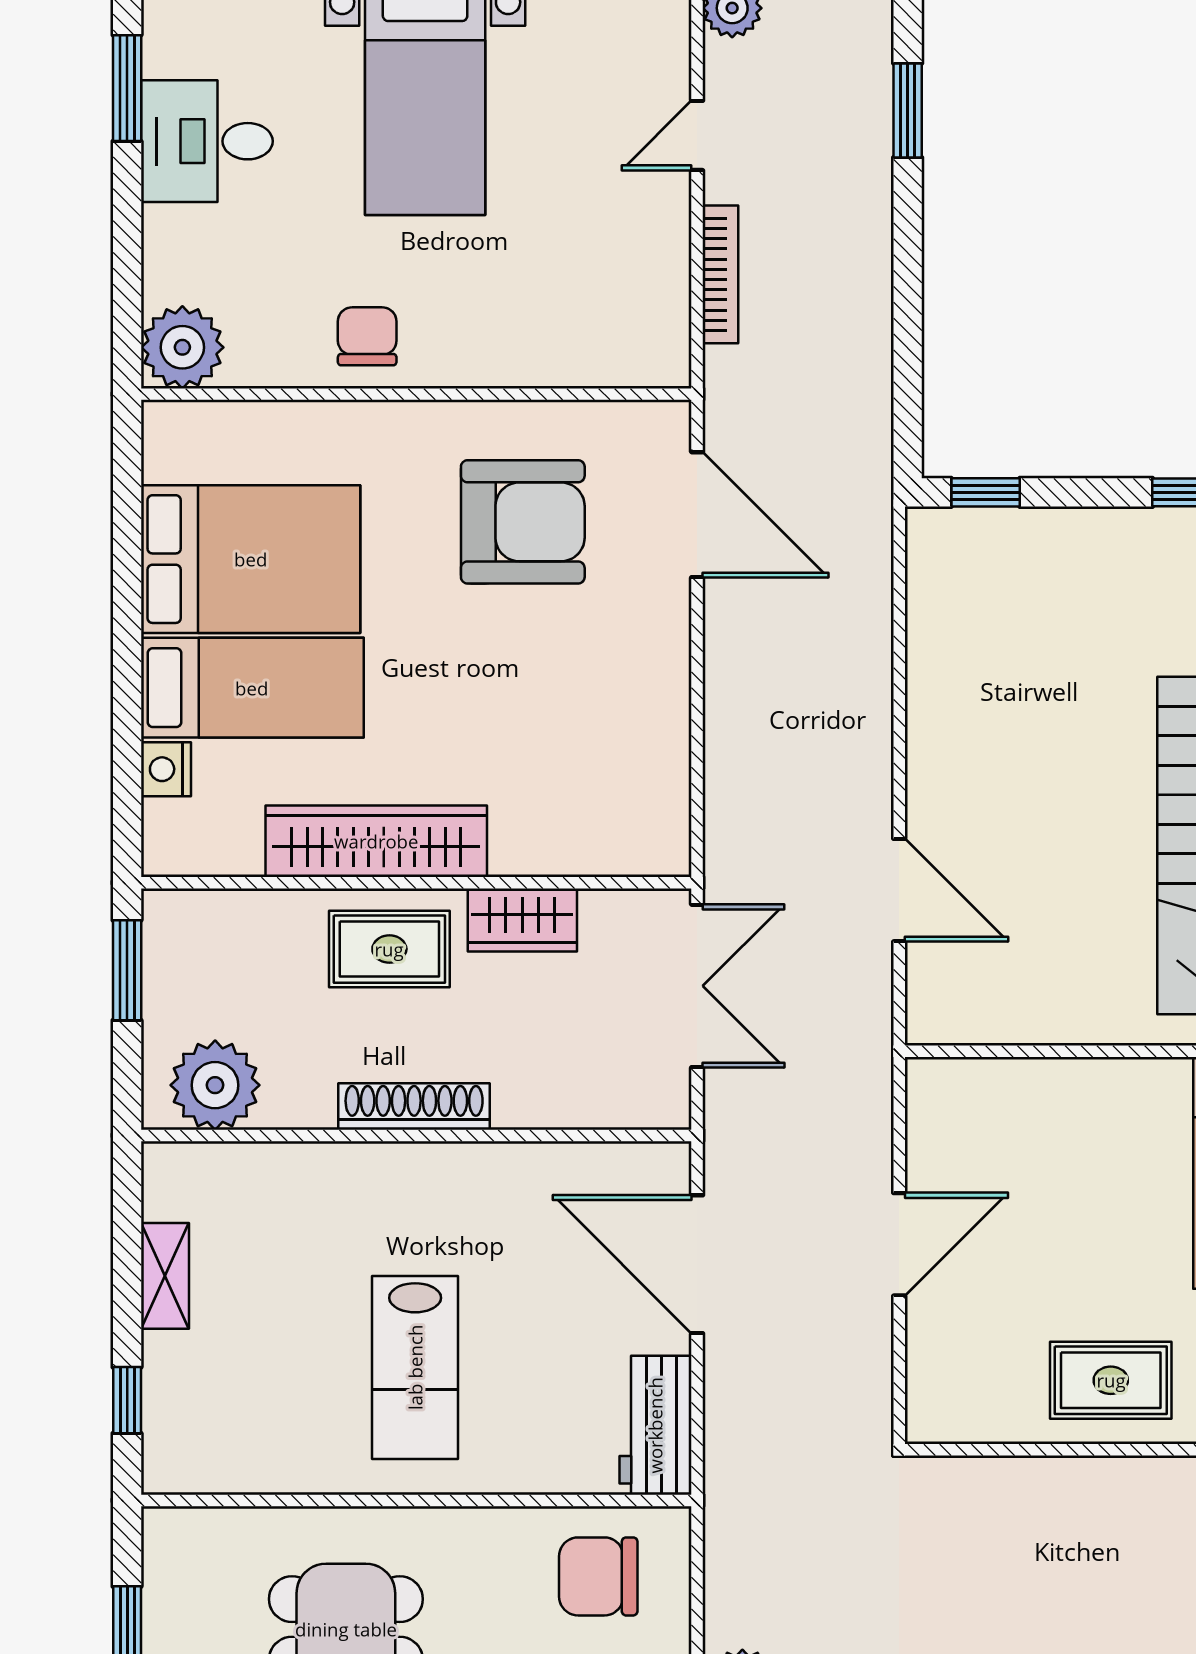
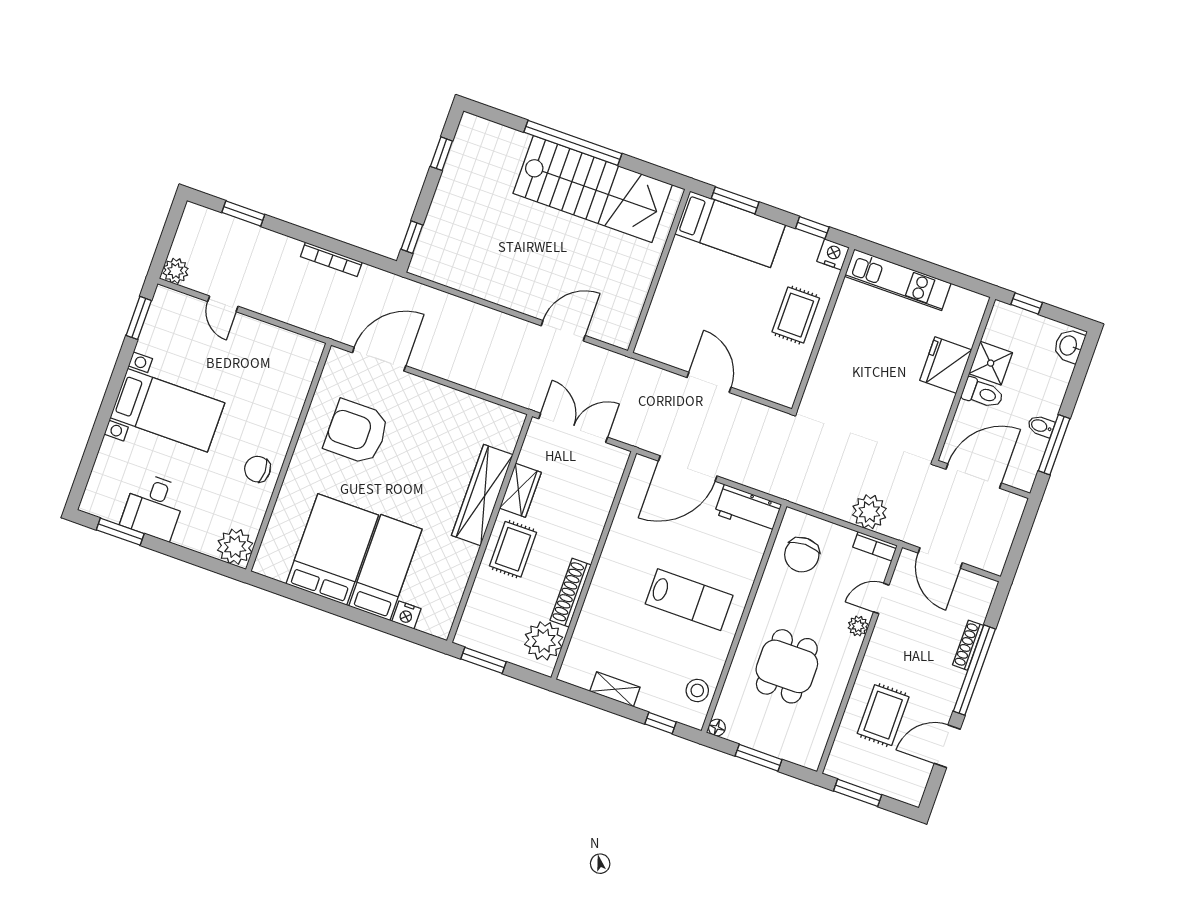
bookcase: (720, 274) -> (331, 259), moved, turned 180
armchair: (523, 522) -> (357, 432), turned -90
wardrobe: (376, 841) -> (482, 495), moved
shoe rack: (414, 1106) -> (571, 593), moved
stool: (225, 1455) -> (697, 690), added
floor lamp: (160, 1525) -> (717, 728), added

